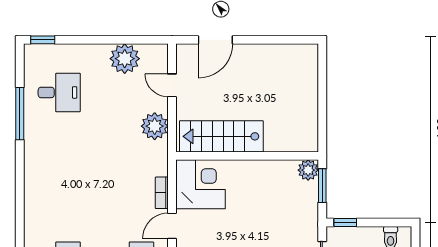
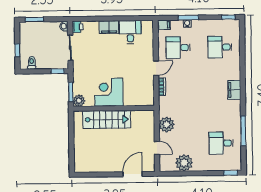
stairs: (221, 136) -> (107, 120), moved
corner desk: (200, 184) -> (109, 92), moved, turned 90
filing cabinet: (35, 186) -> (234, 90), added

